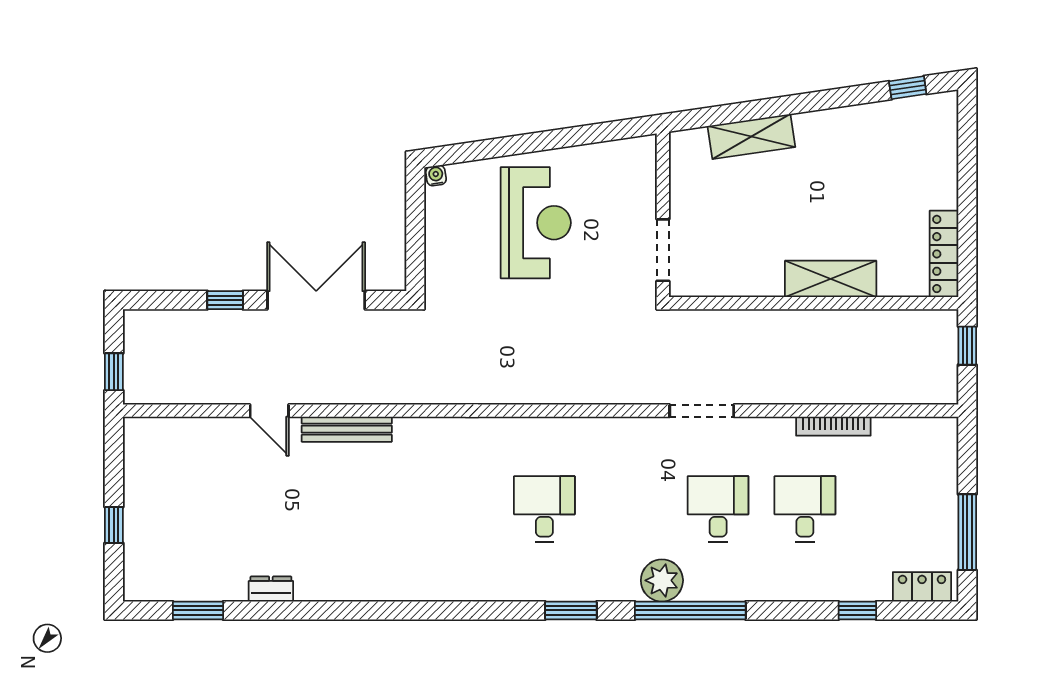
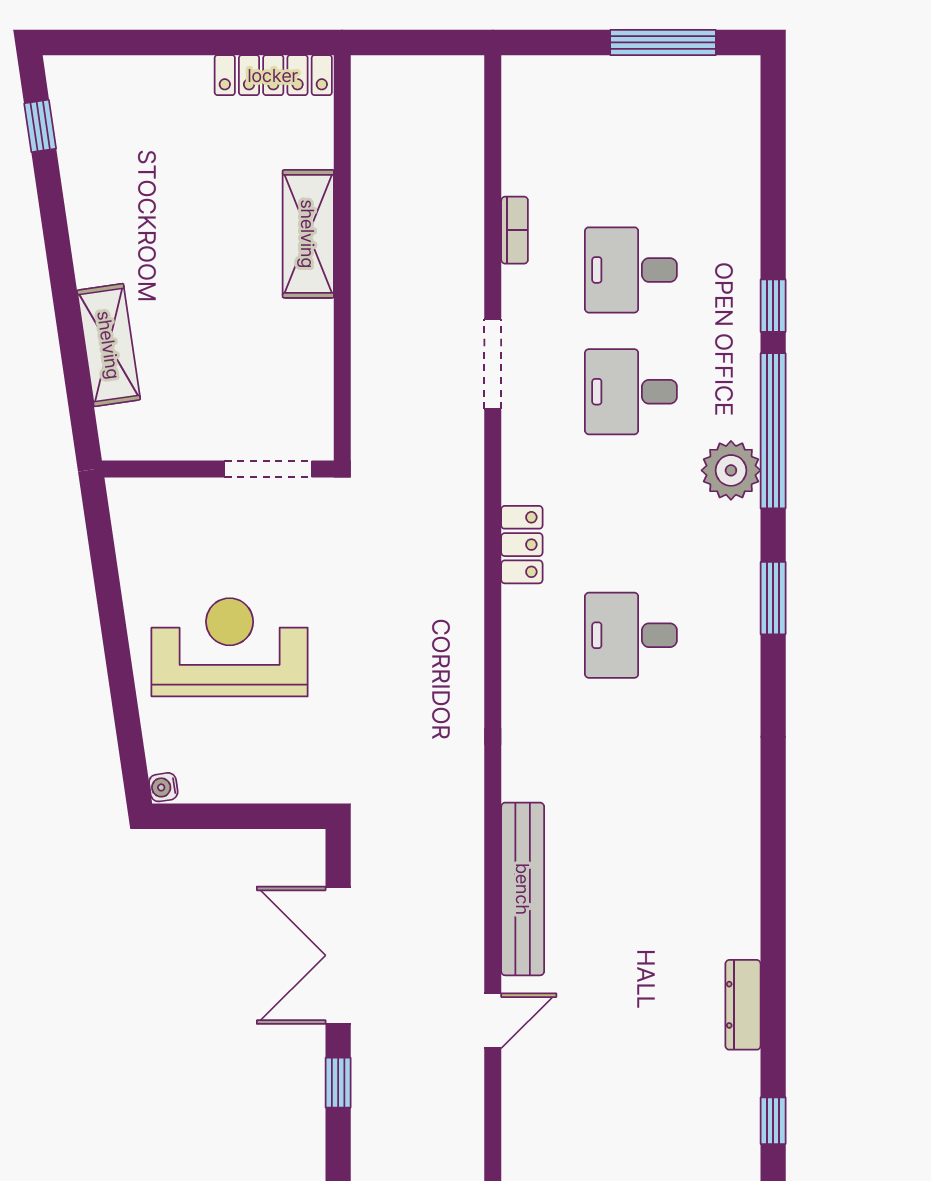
window: (967, 346) -> (402, 42), removed
doorway: (702, 411) -> (493, 364), moved
bookcase: (833, 426) -> (515, 230), width x0.64
bench: (347, 429) -> (523, 889), width x1.37, depth x1.21
locker: (922, 587) -> (522, 545), moved, turned 180
dresser: (271, 589) -> (743, 1005), width x1.44
window: (198, 610) -> (773, 1121), width x0.67
window: (857, 610) -> (773, 306), moved

